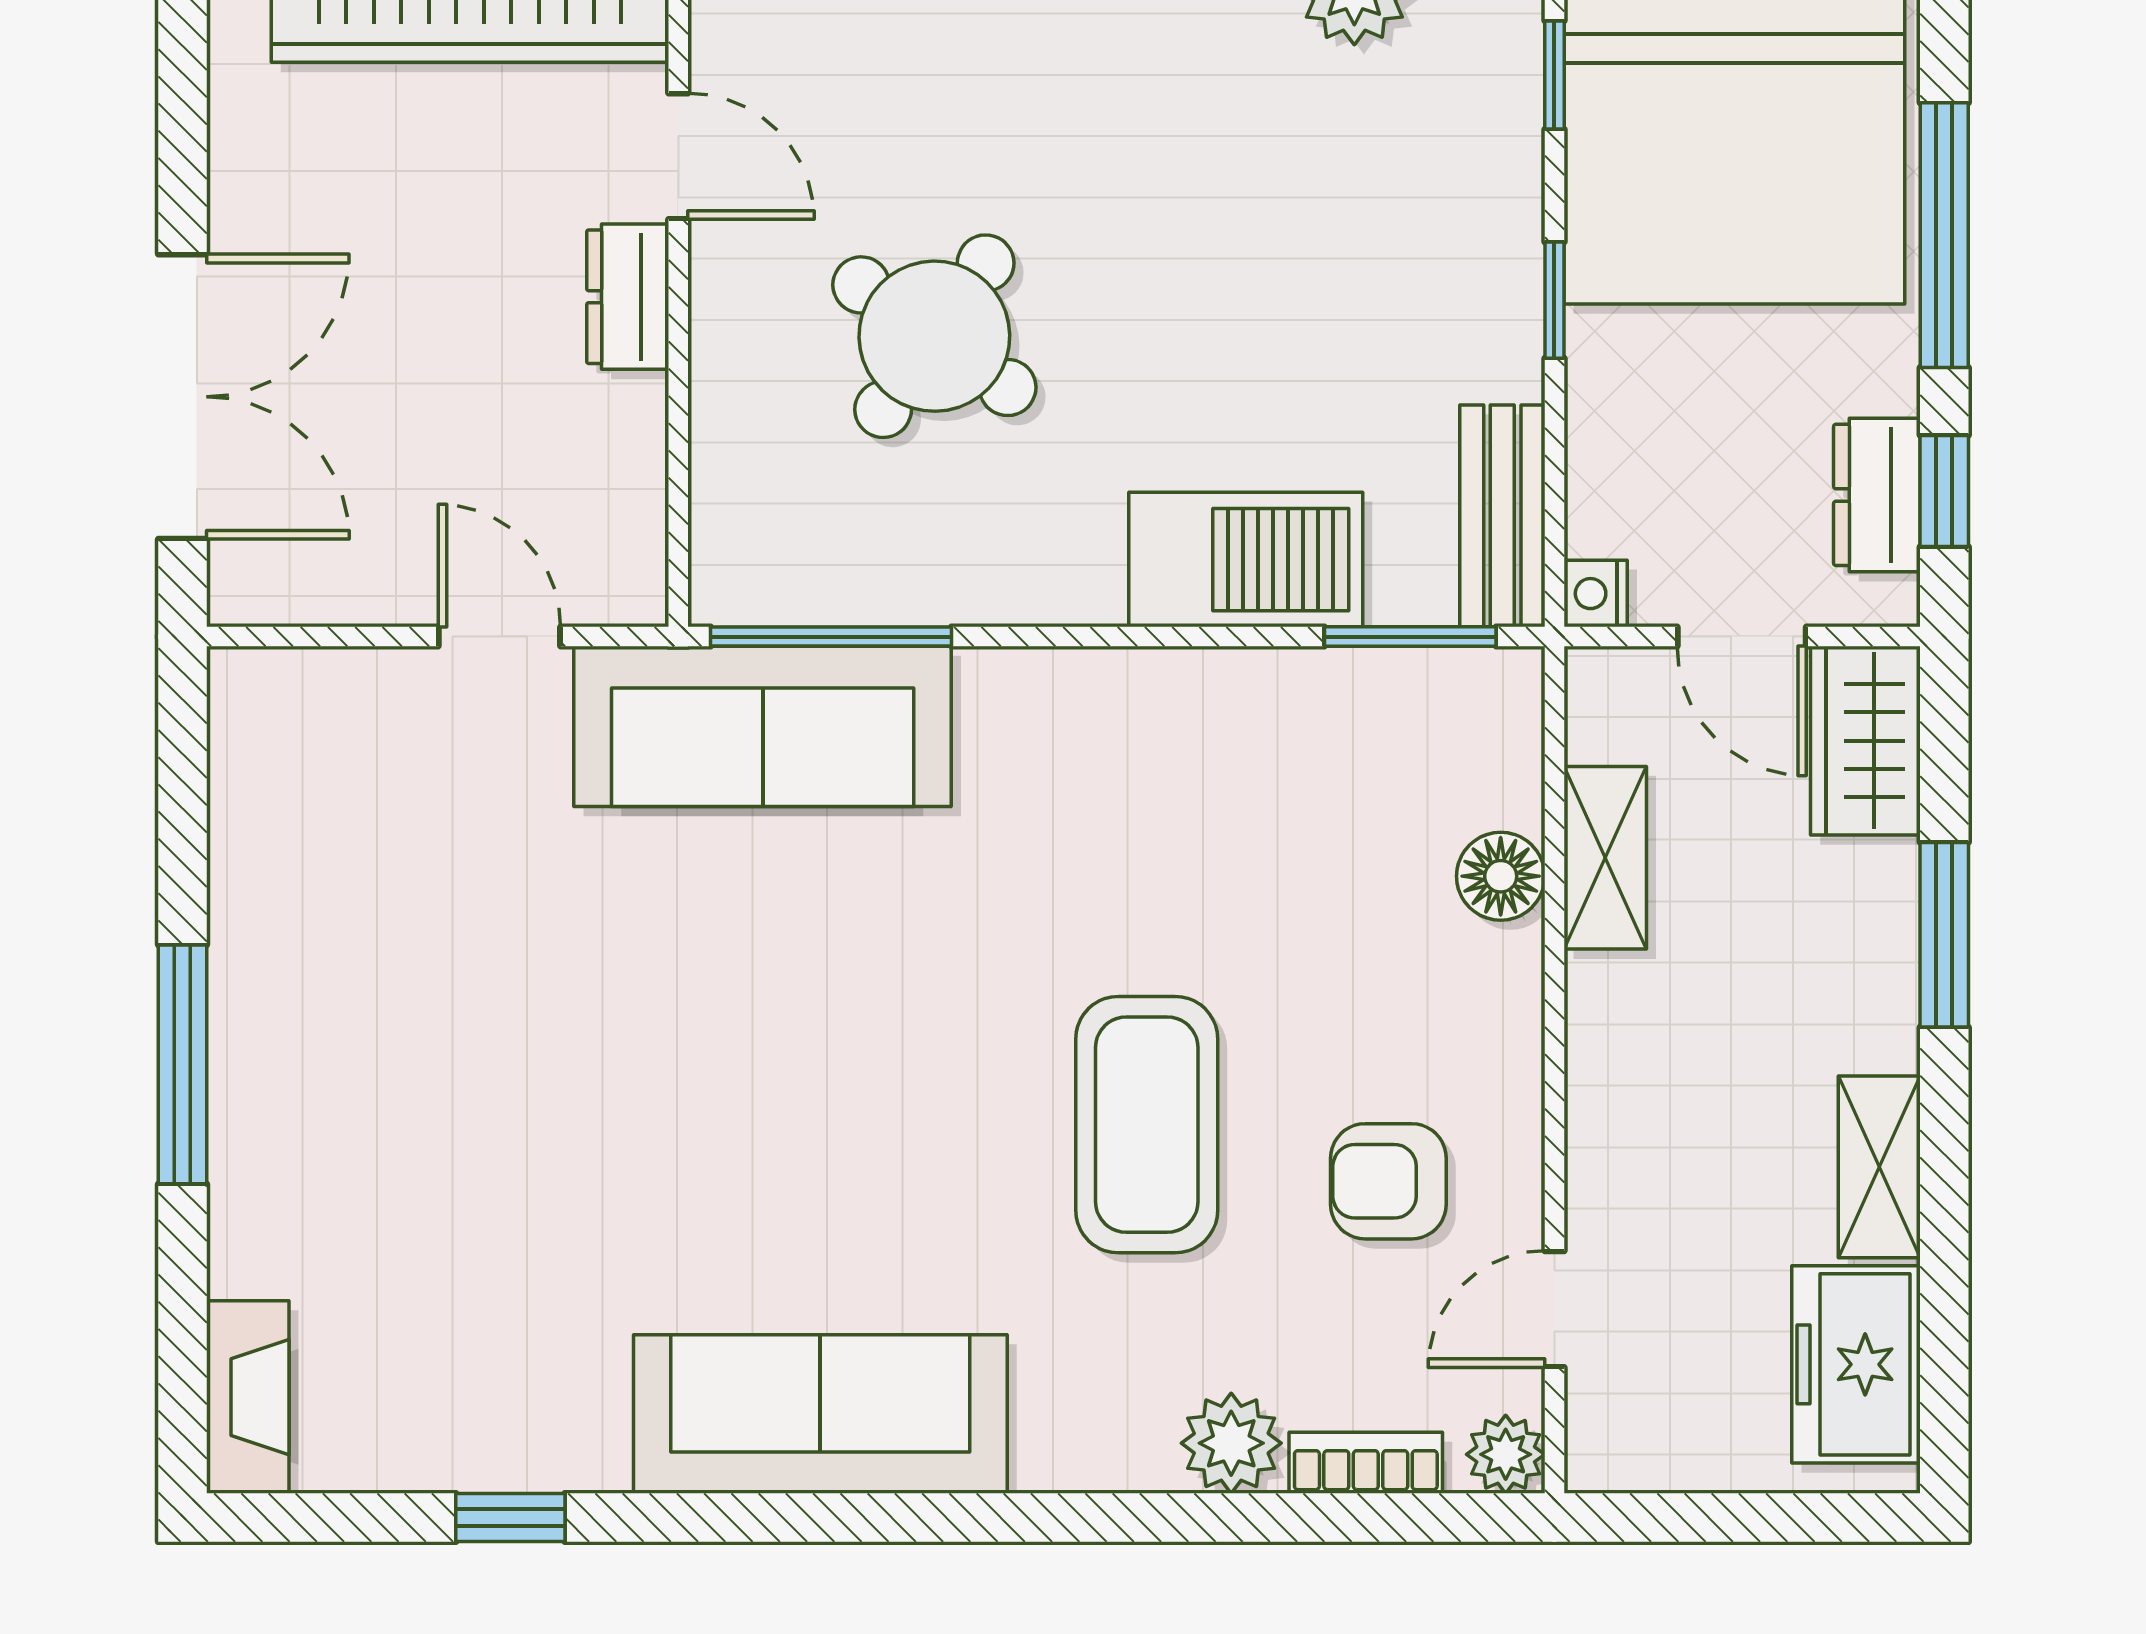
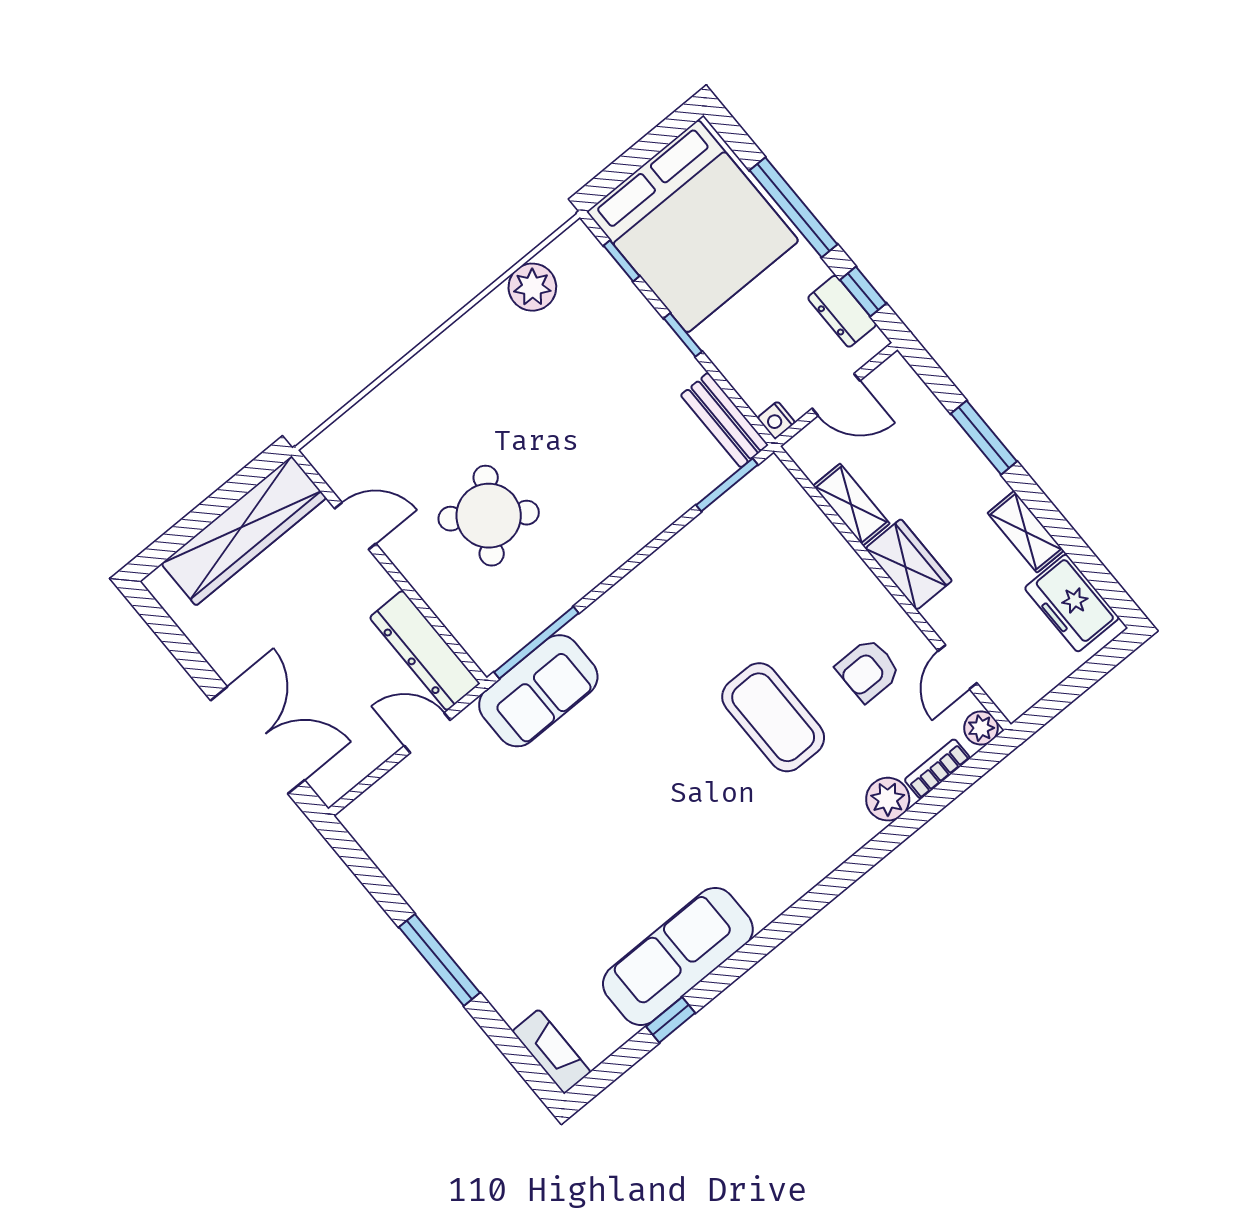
dresser: (628, 297) -> (425, 651), moved, width x1.96, depth x1.24
barbecue: (1246, 560) -> (652, 504), removed
sofa: (763, 726) -> (538, 691), width x0.73
wardrobe: (1865, 741) -> (909, 565), moved, turned 180
floor lamp: (1501, 876) -> (822, 539), removed
sofa: (820, 1414) -> (678, 956), moved

